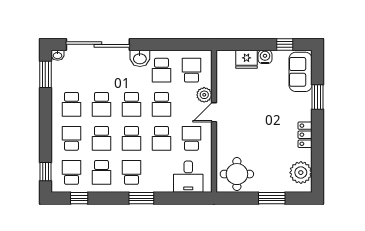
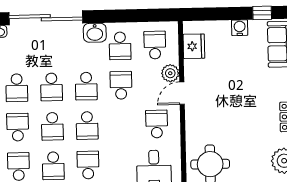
fridge: (247, 59) -> (194, 46), moved, turned -90
school desk: (161, 104) -> (121, 85), turned 180
school desk: (161, 138) -> (122, 125), removed

